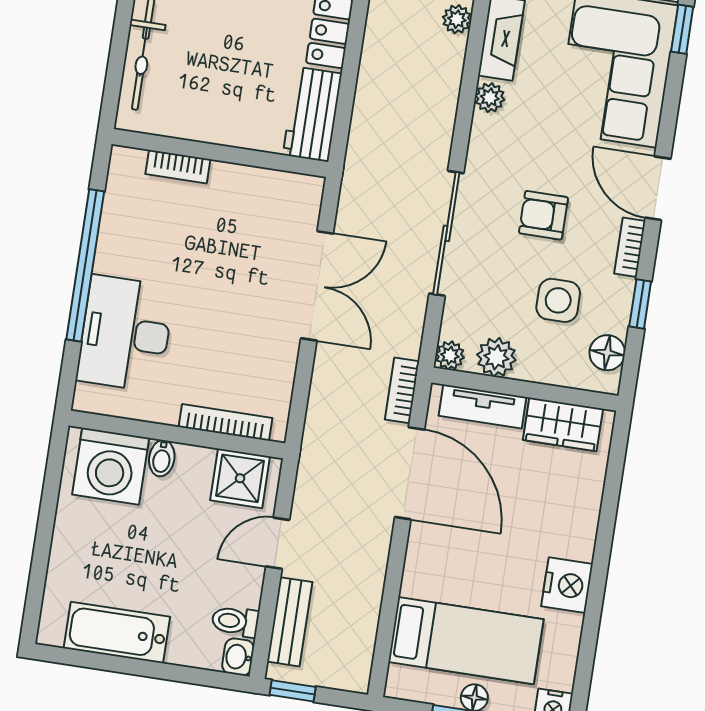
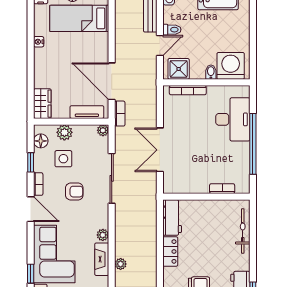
plant: (496, 357) -> (64, 132), moved
wardrobe: (563, 424) -> (42, 104), moved, turned 90
nightstand: (567, 585) -> (39, 42), width x0.53, depth x0.56
toilet: (235, 621) -> (172, 30), moved

